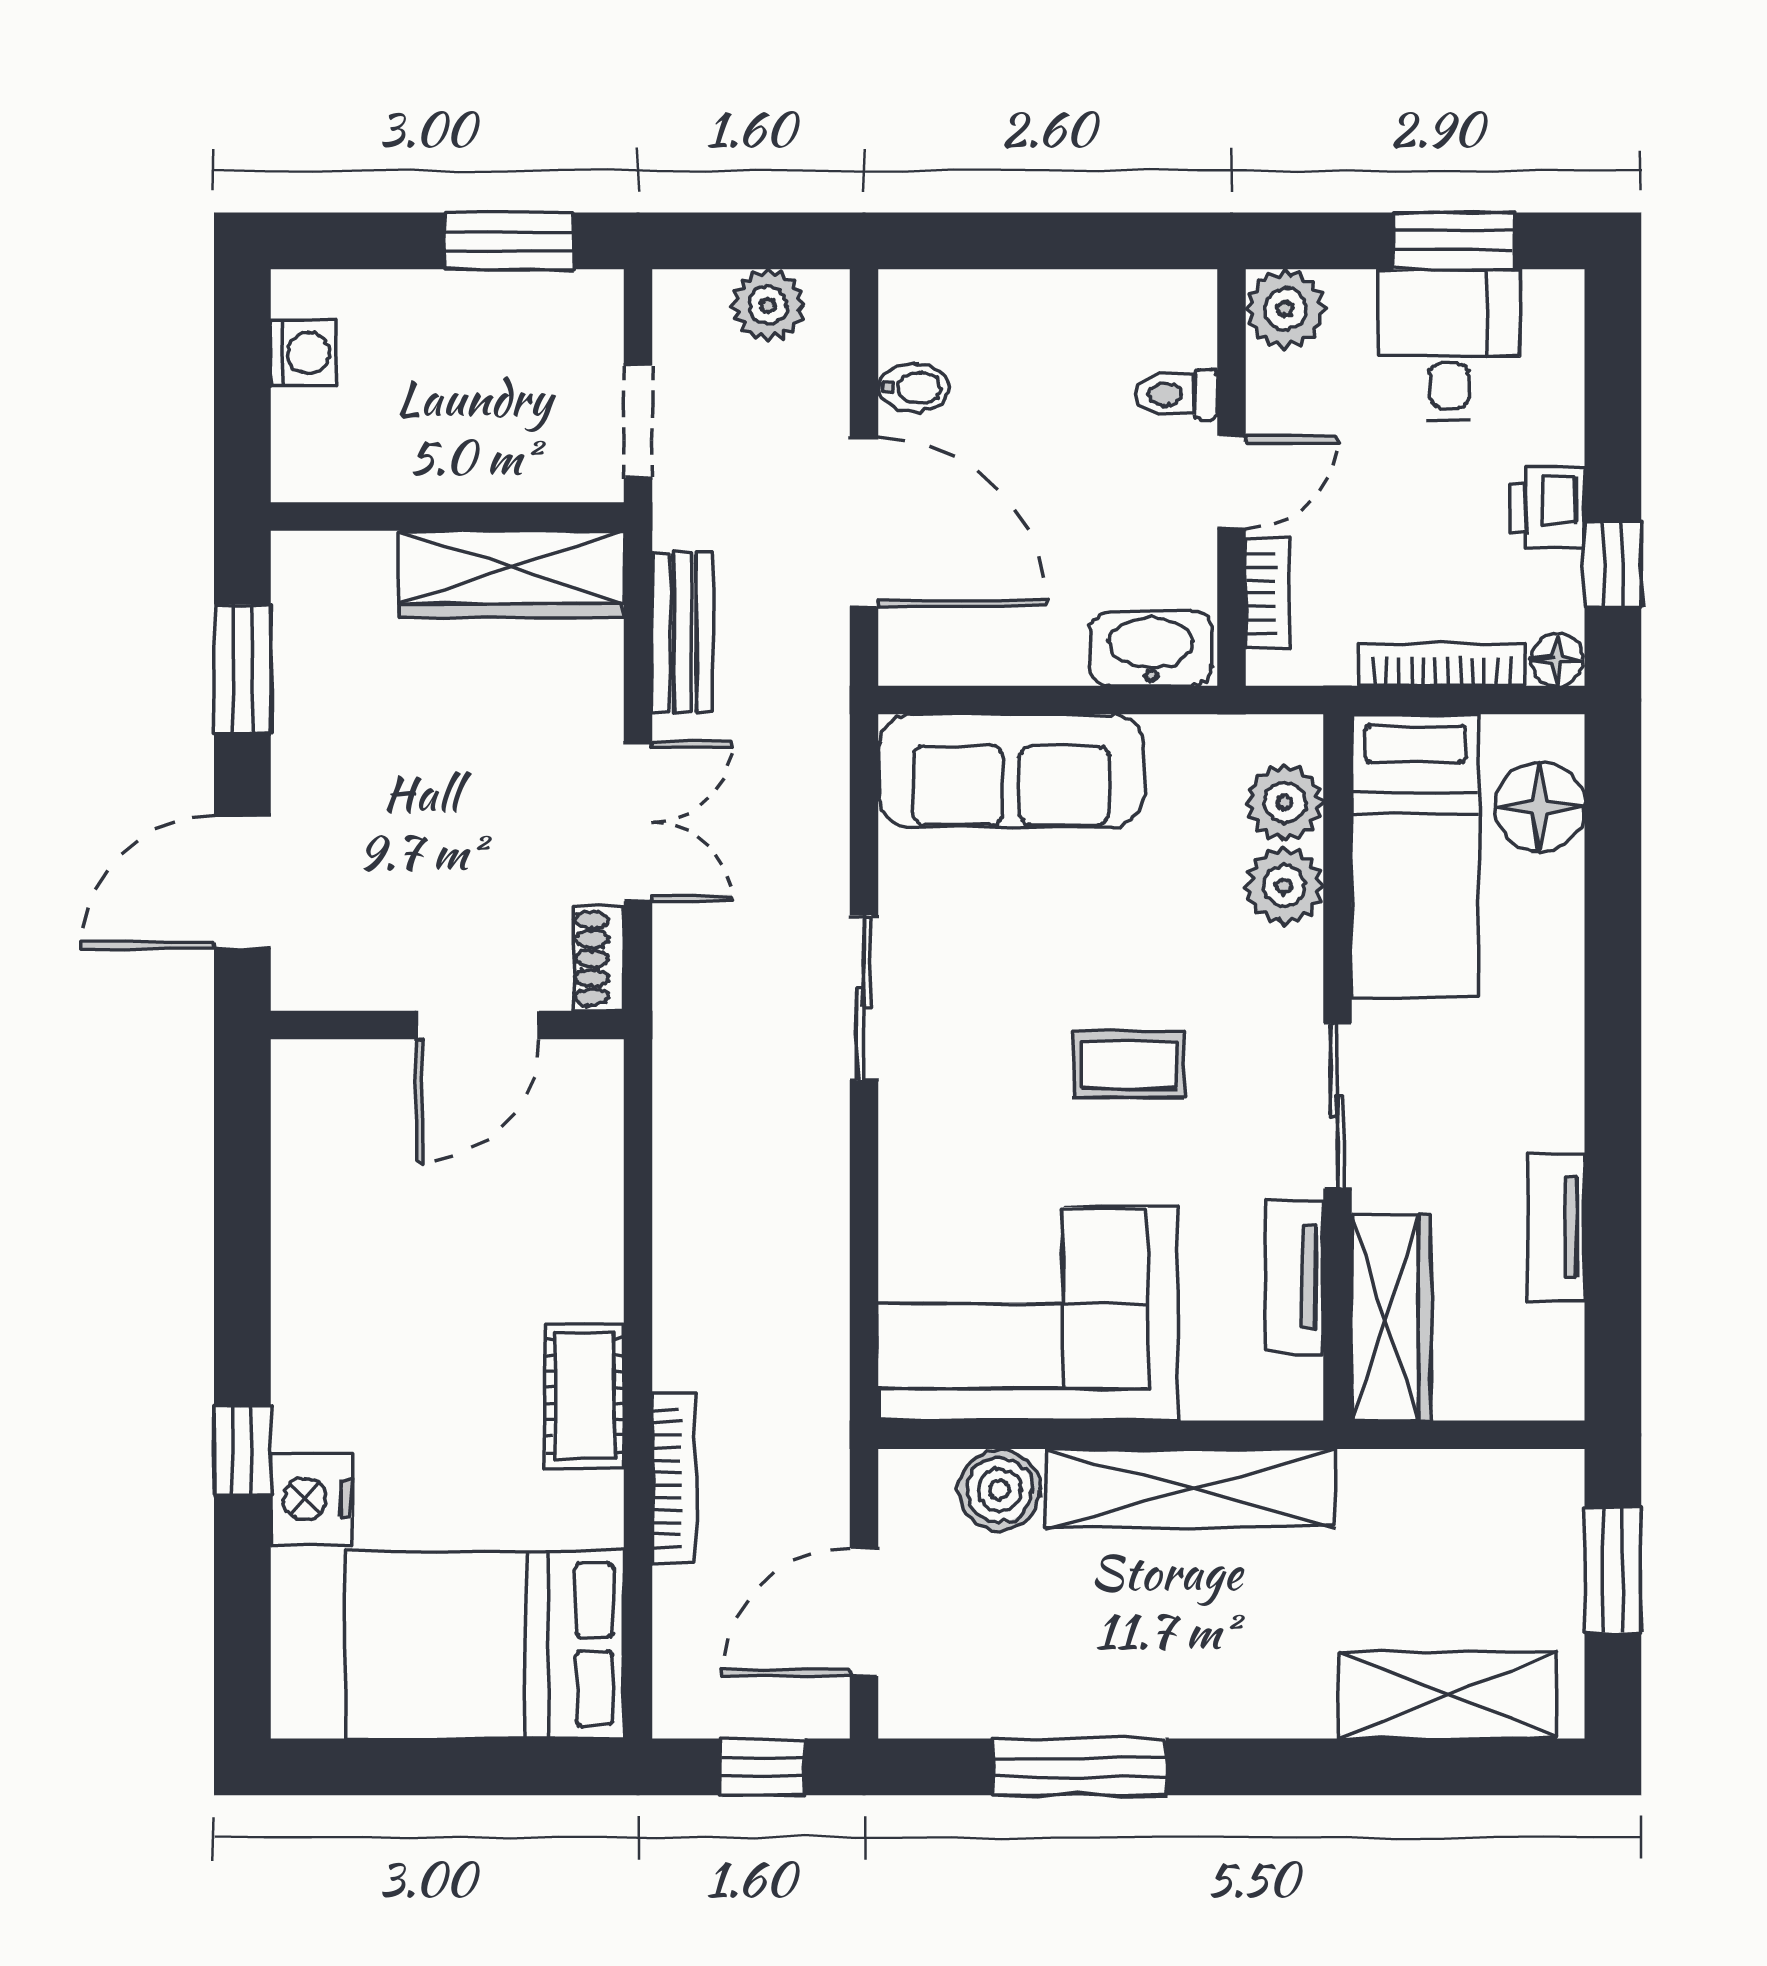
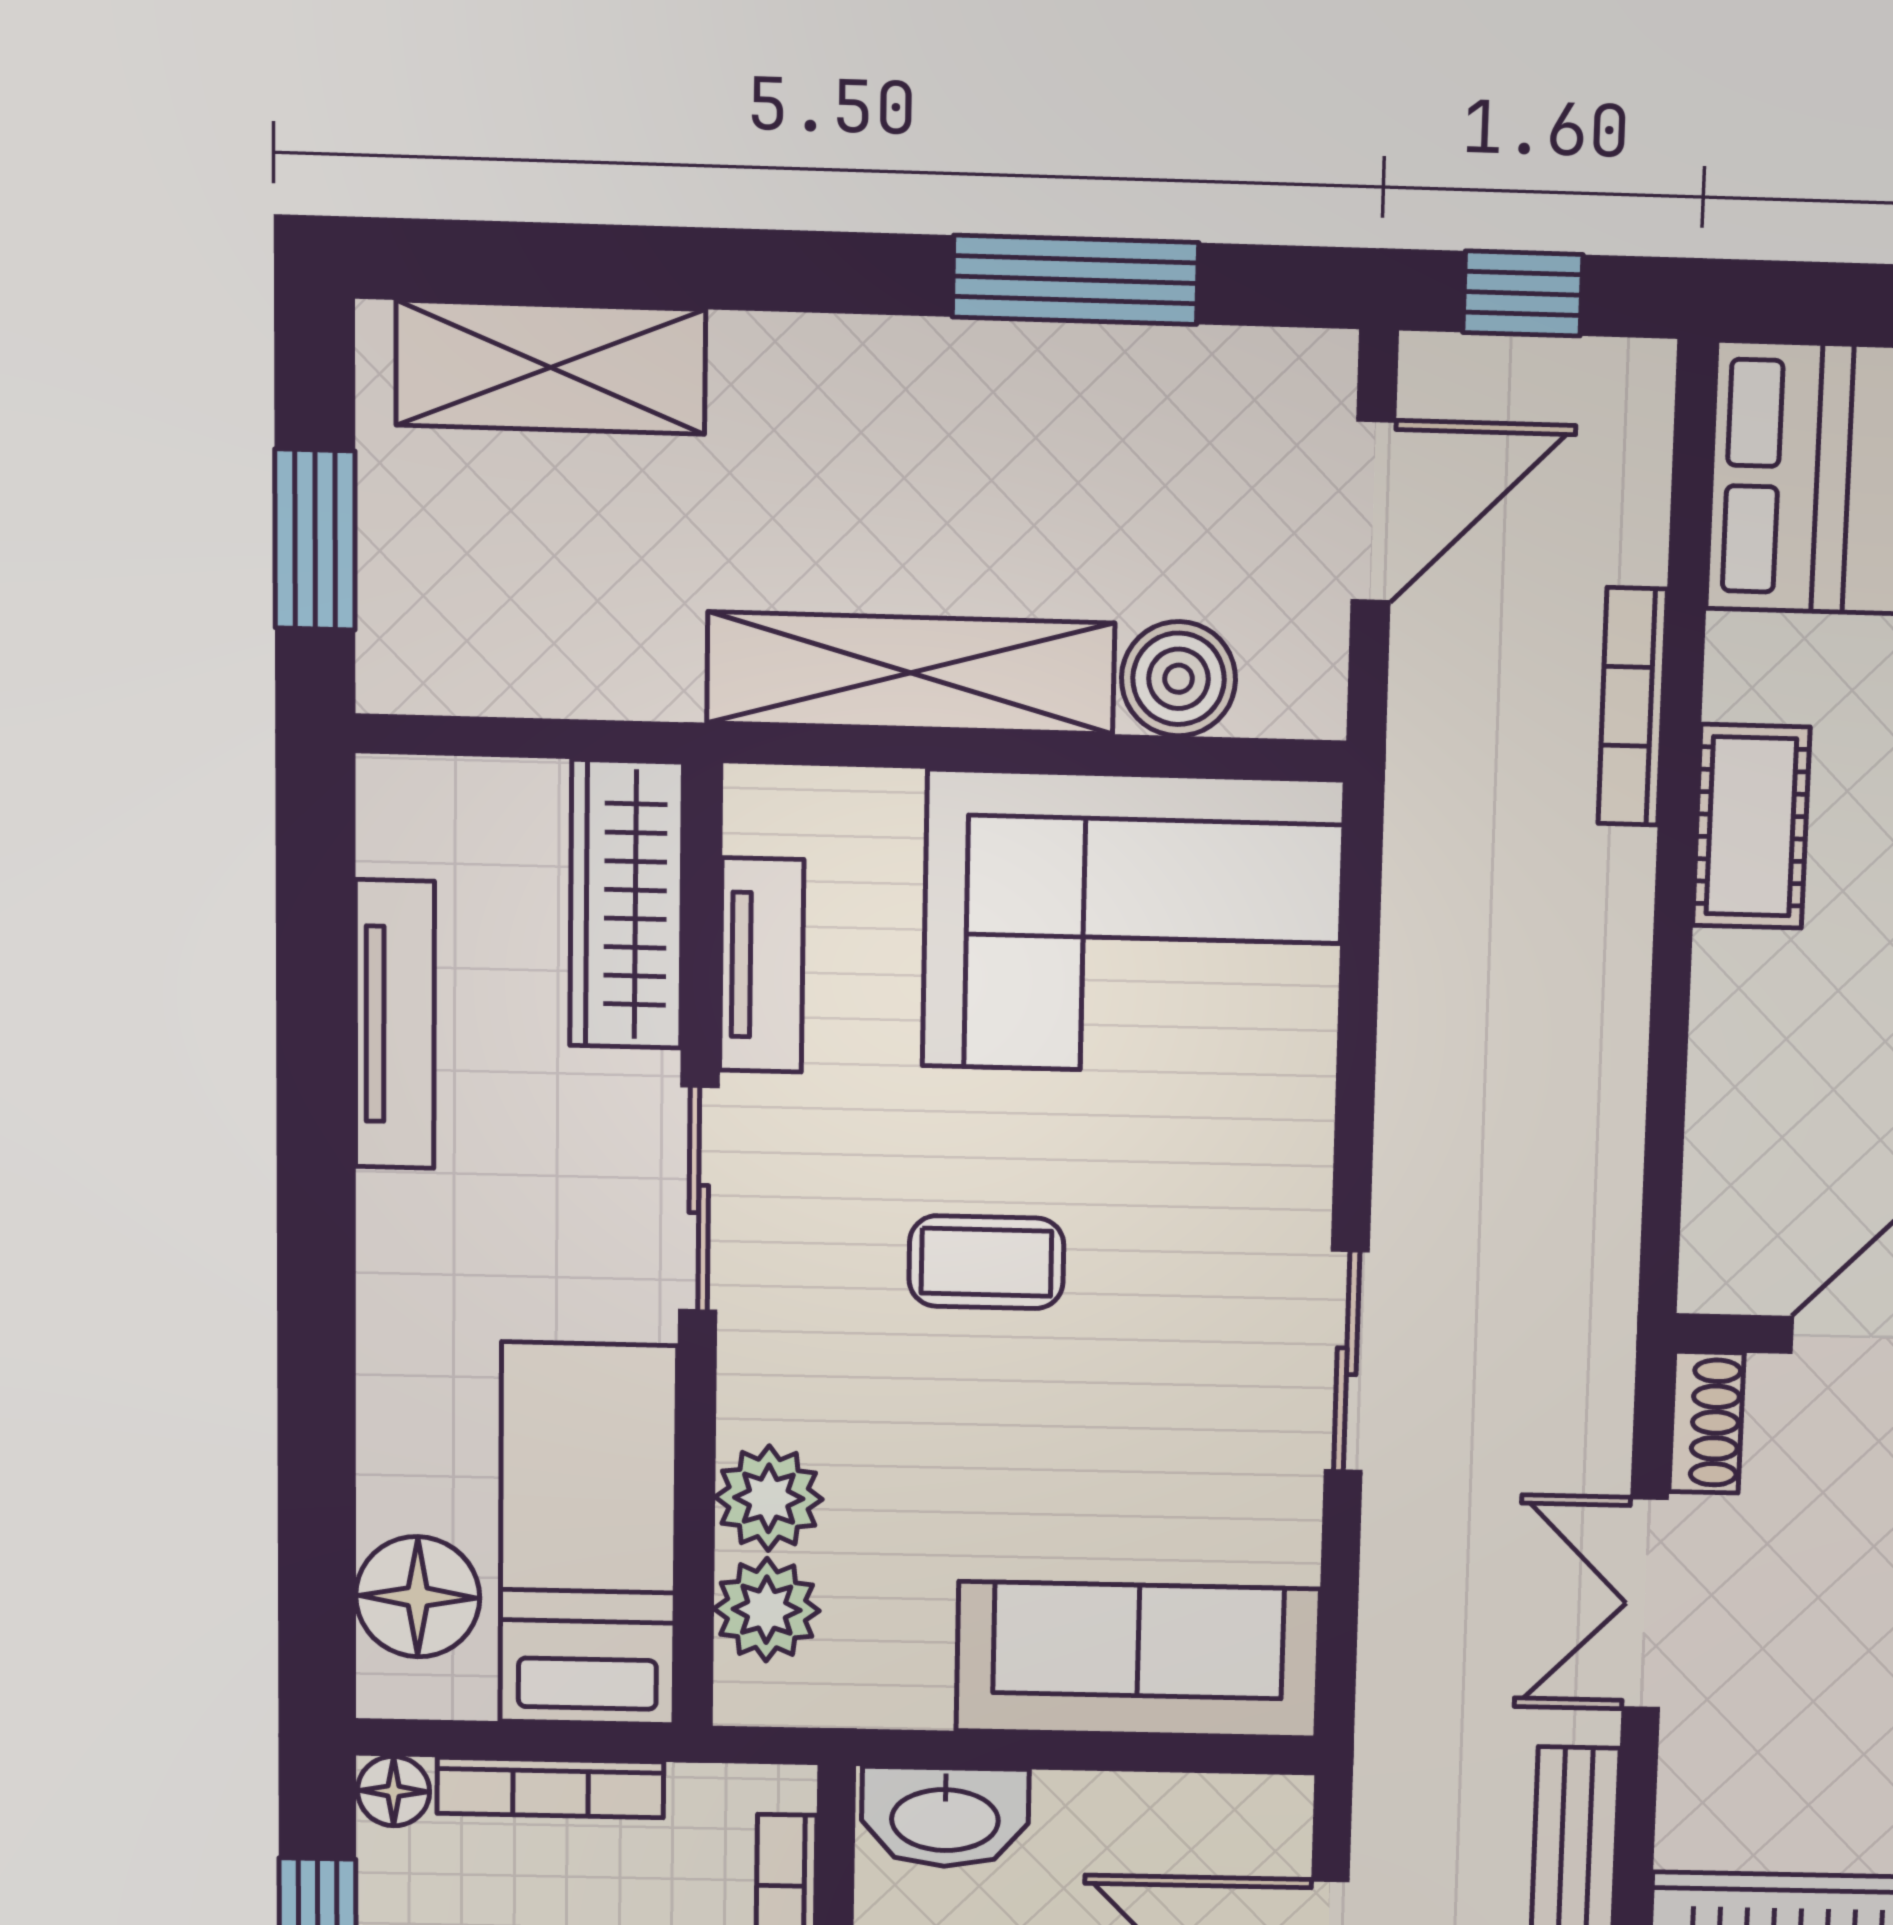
tv unit: (1557, 1227) -> (395, 1024), width x1.41

